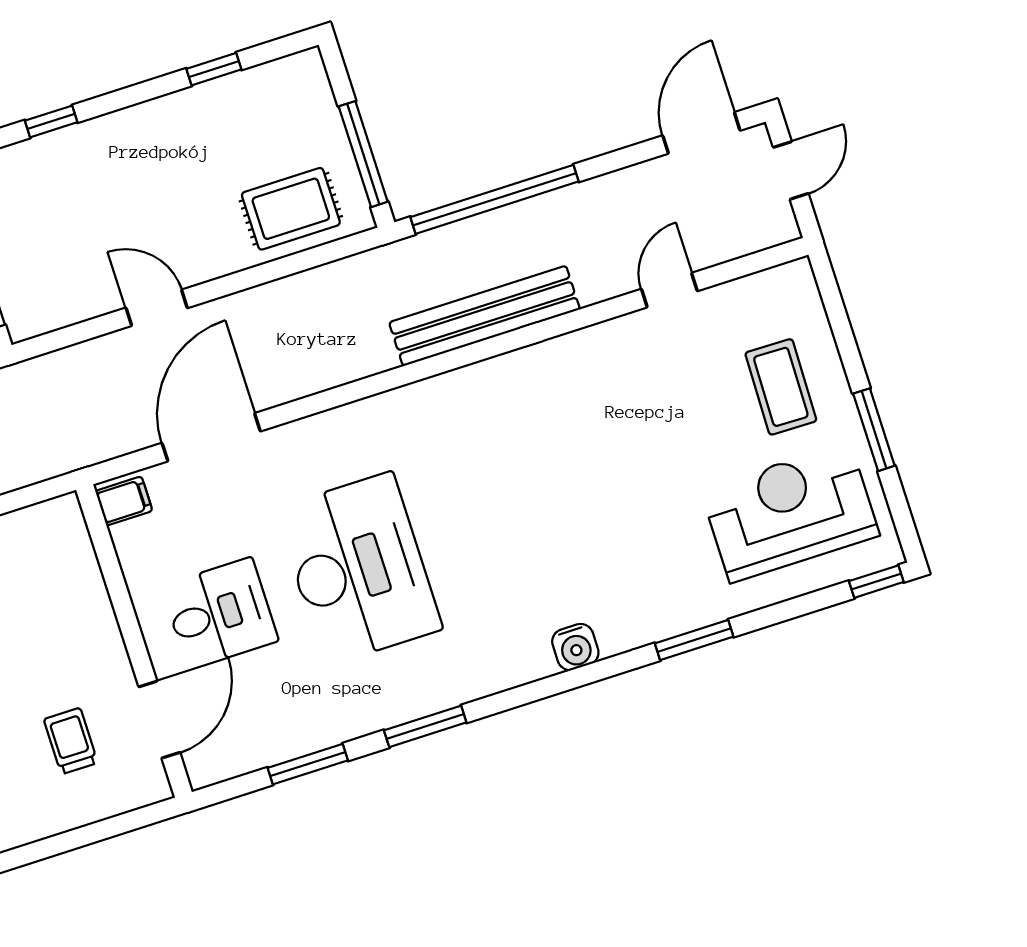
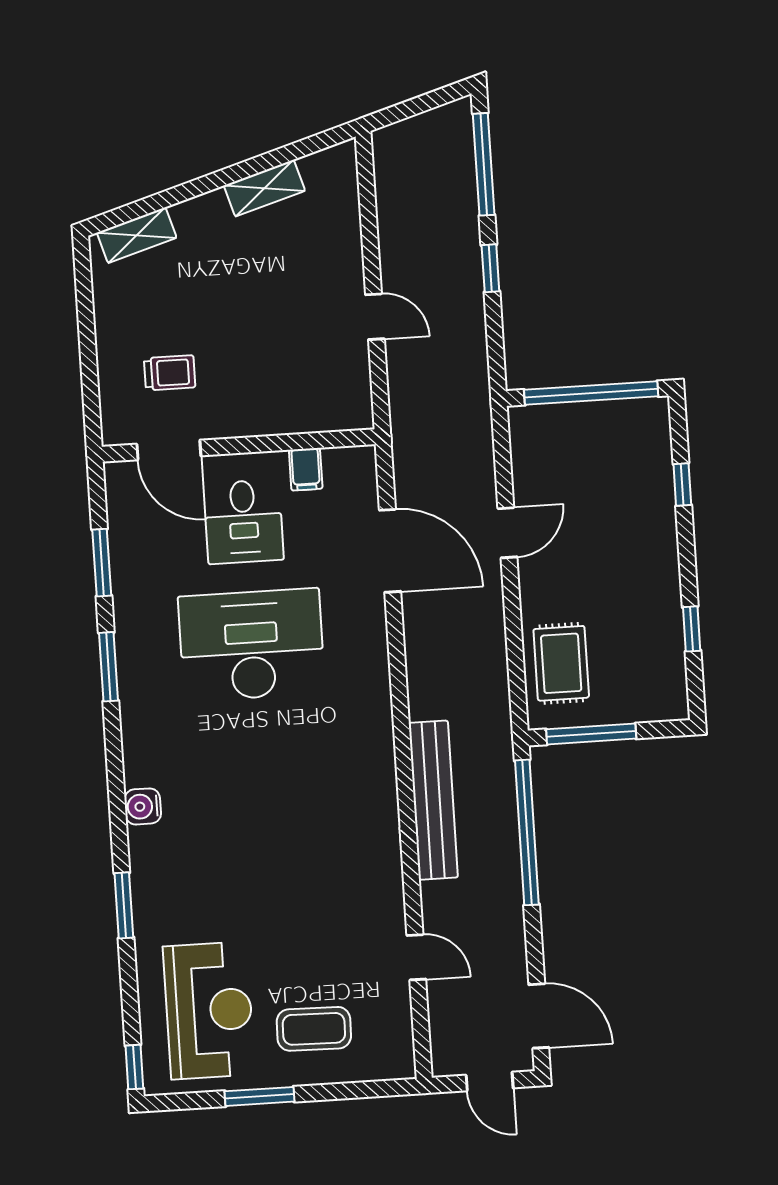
filing cabinet: (124, 501) -> (306, 469), moved
desk: (359, 569) -> (252, 645), turned 180

